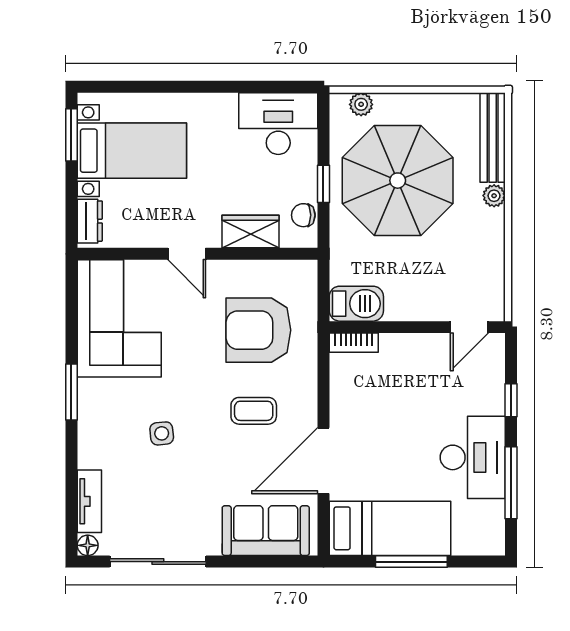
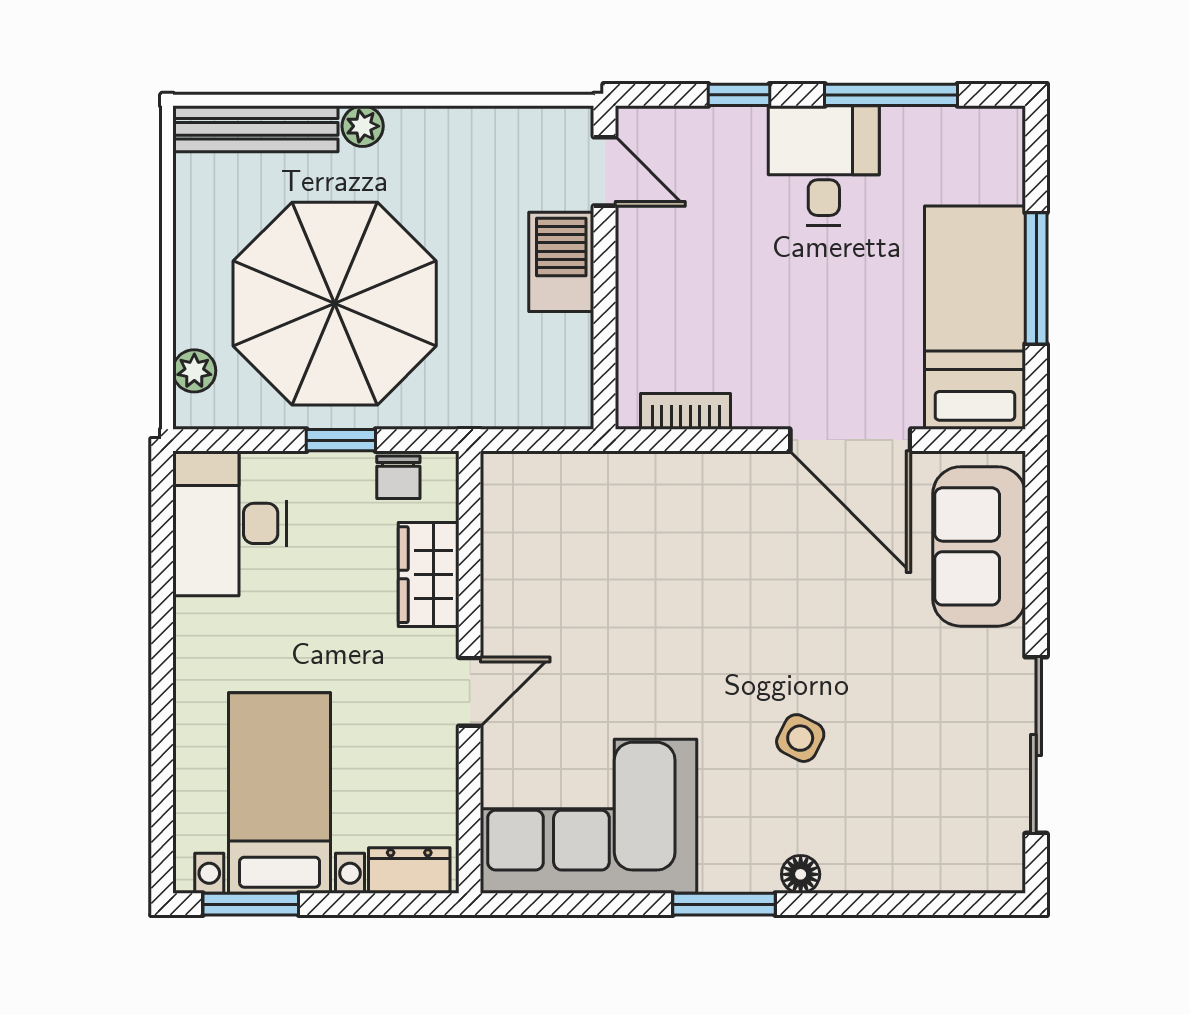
barbecue: (356, 304) -> (561, 262), moved
armchair: (258, 330) -> (610, 560), removed
bookcase: (354, 343) -> (686, 411), moved, turned -90
coffee table: (254, 411) -> (759, 569), removed
side table: (162, 433) -> (800, 738), turned 33
desk: (473, 457) -> (824, 165), width x0.73
tv unit: (89, 501) -> (925, 871), removed
floor lamp: (88, 545) -> (801, 874), moved

